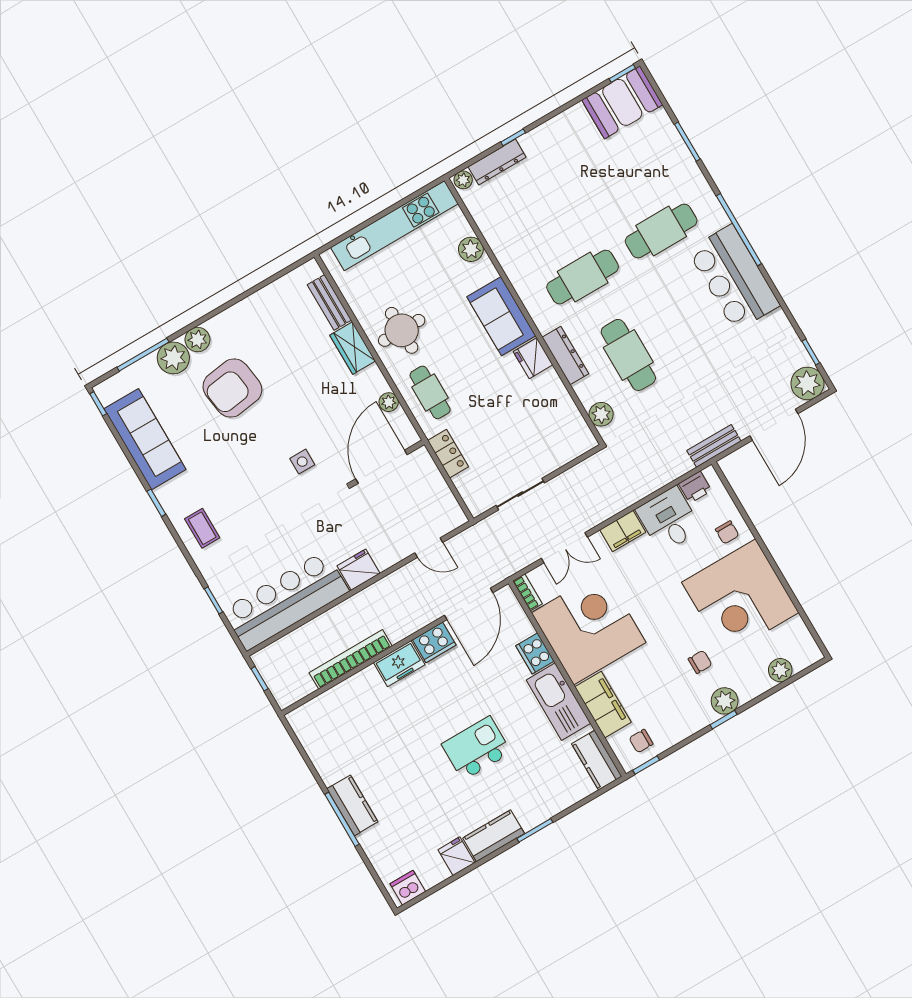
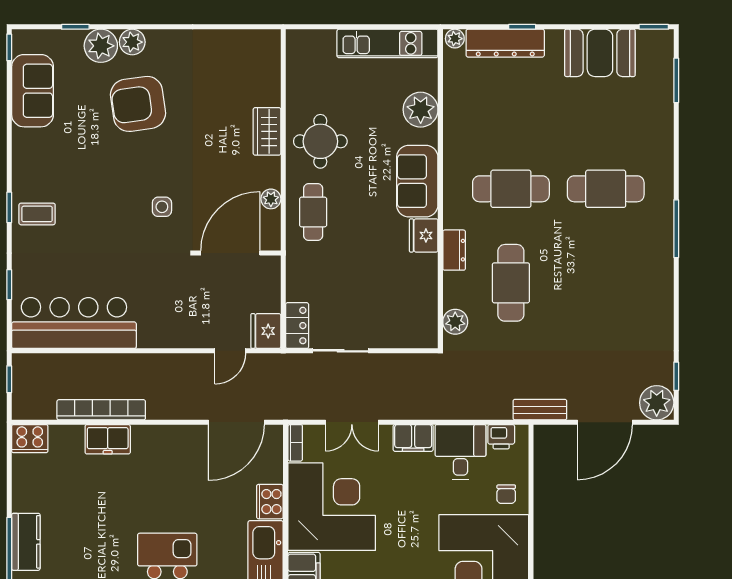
booth: (622, 102) -> (600, 53), moved
window: (687, 142) -> (676, 80), moved
dresser: (497, 162) -> (505, 43), width x1.37, depth x1.24
kitchen unit: (394, 226) -> (387, 43), width x0.73
window: (739, 230) -> (676, 229), width x0.68
plant: (471, 249) -> (421, 110), width x1.36, depth x1.36
bar counter: (734, 278) -> (646, 269), removed
bench: (329, 302) -> (270, 78), removed
window: (143, 355) -> (75, 27), width x0.46
dresser: (565, 355) -> (454, 250), width x0.70
sofa: (145, 439) -> (33, 91), width x0.73
locker: (448, 454) -> (297, 326), moved
window: (156, 503) -> (9, 207), moved
coffee table: (202, 528) -> (37, 214), turned 90
door: (429, 548) -> (230, 351), hinge flipped
fridge: (358, 570) -> (266, 331), moved, turned -90
cooker: (434, 642) -> (30, 439), moved
freezer: (399, 664) -> (108, 439), moved

